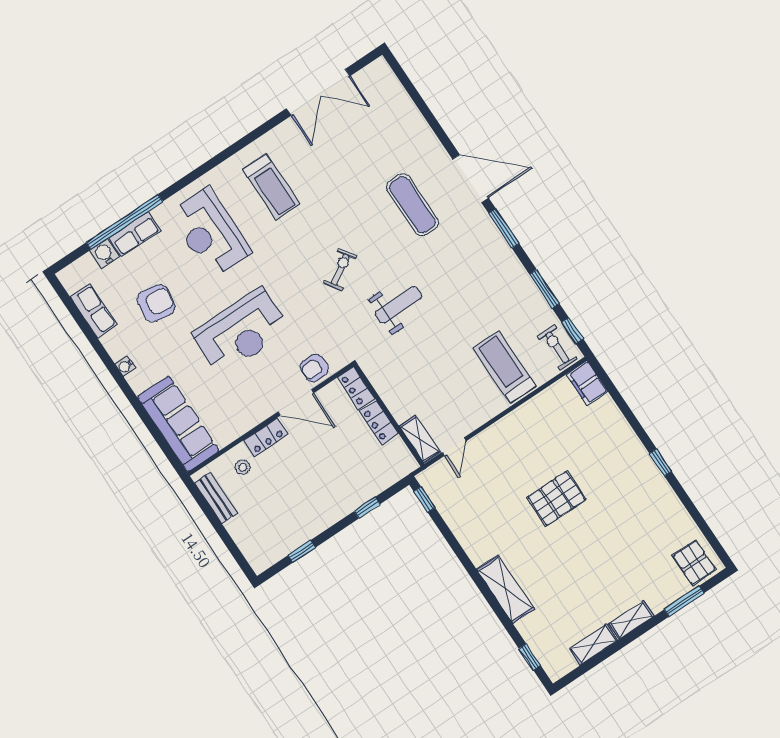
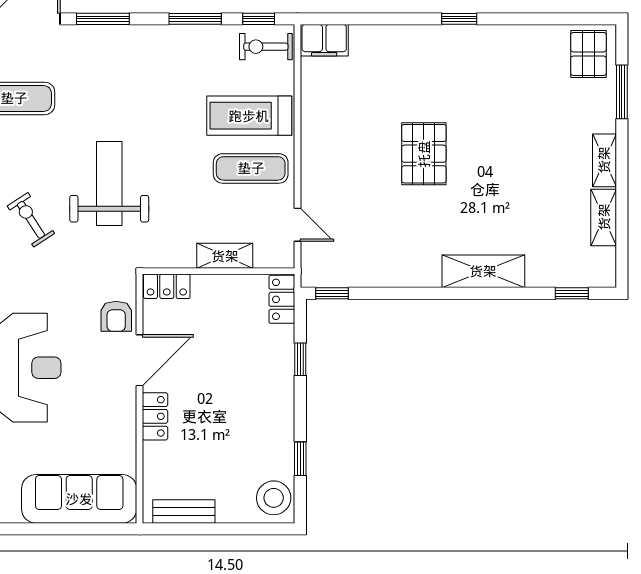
weight bench: (398, 305) -> (109, 184), width x1.36, depth x1.33
exercise mat: (471, 391) -> (251, 168), added
locker: (379, 422) -> (282, 299), moved, turned 90
shelving: (420, 439) -> (225, 256), moved
stool: (243, 467) -> (274, 498), moved, width x1.89, depth x1.89
pallet: (694, 563) -> (588, 54), turned 90

